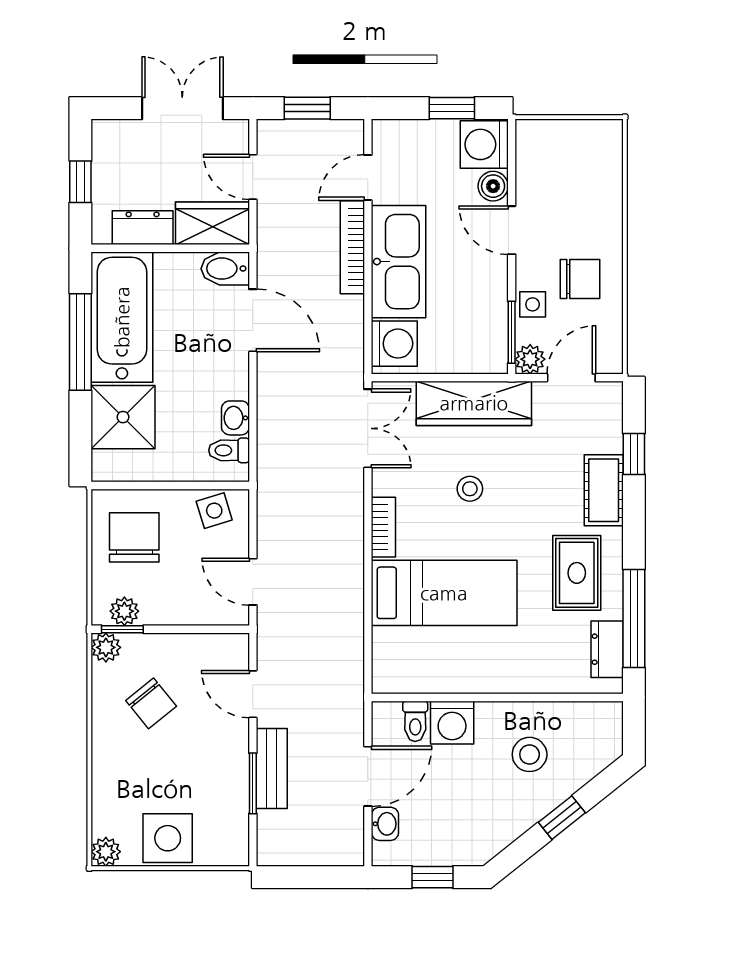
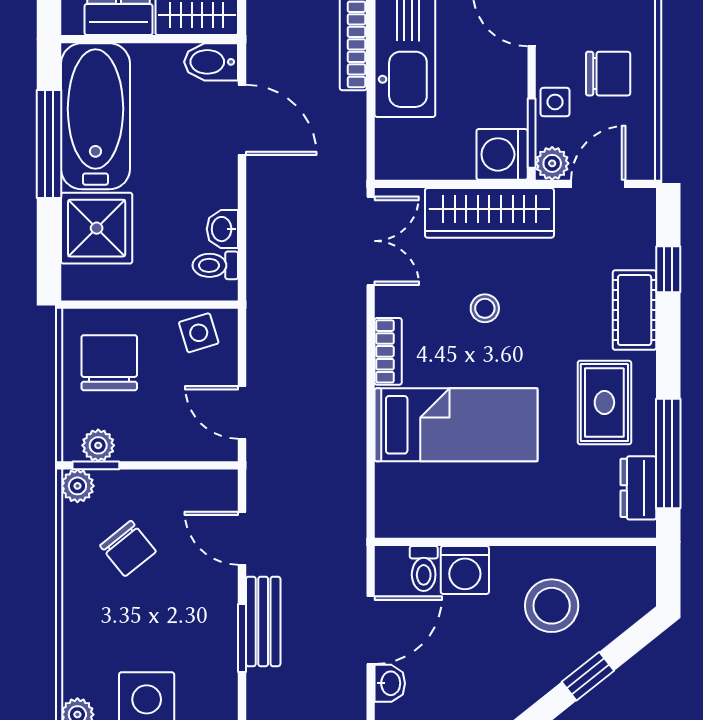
washing machine: (394, 344) -> (502, 154), moved, turned 180
stool: (530, 754) -> (552, 606), width x1.38, depth x1.38

